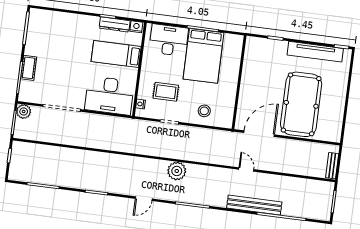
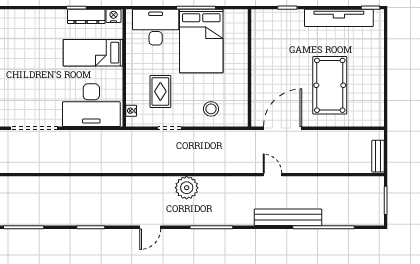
rug: (166, 92) -> (160, 91), turned 90
pool table: (301, 104) -> (330, 85), width x0.73, depth x0.76

